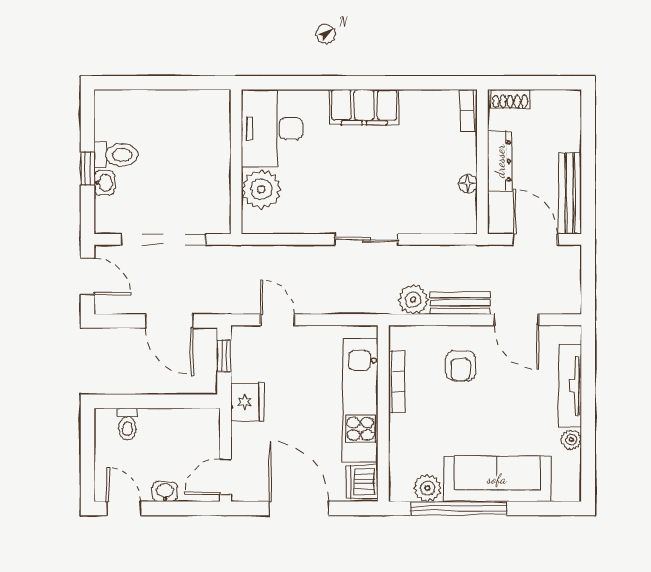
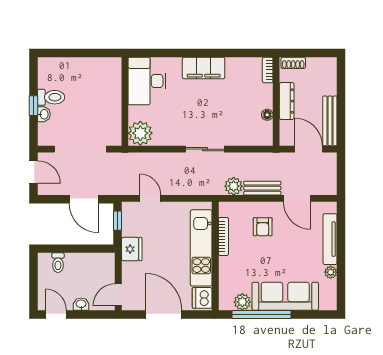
plant: (261, 189) -> (140, 133), moved

